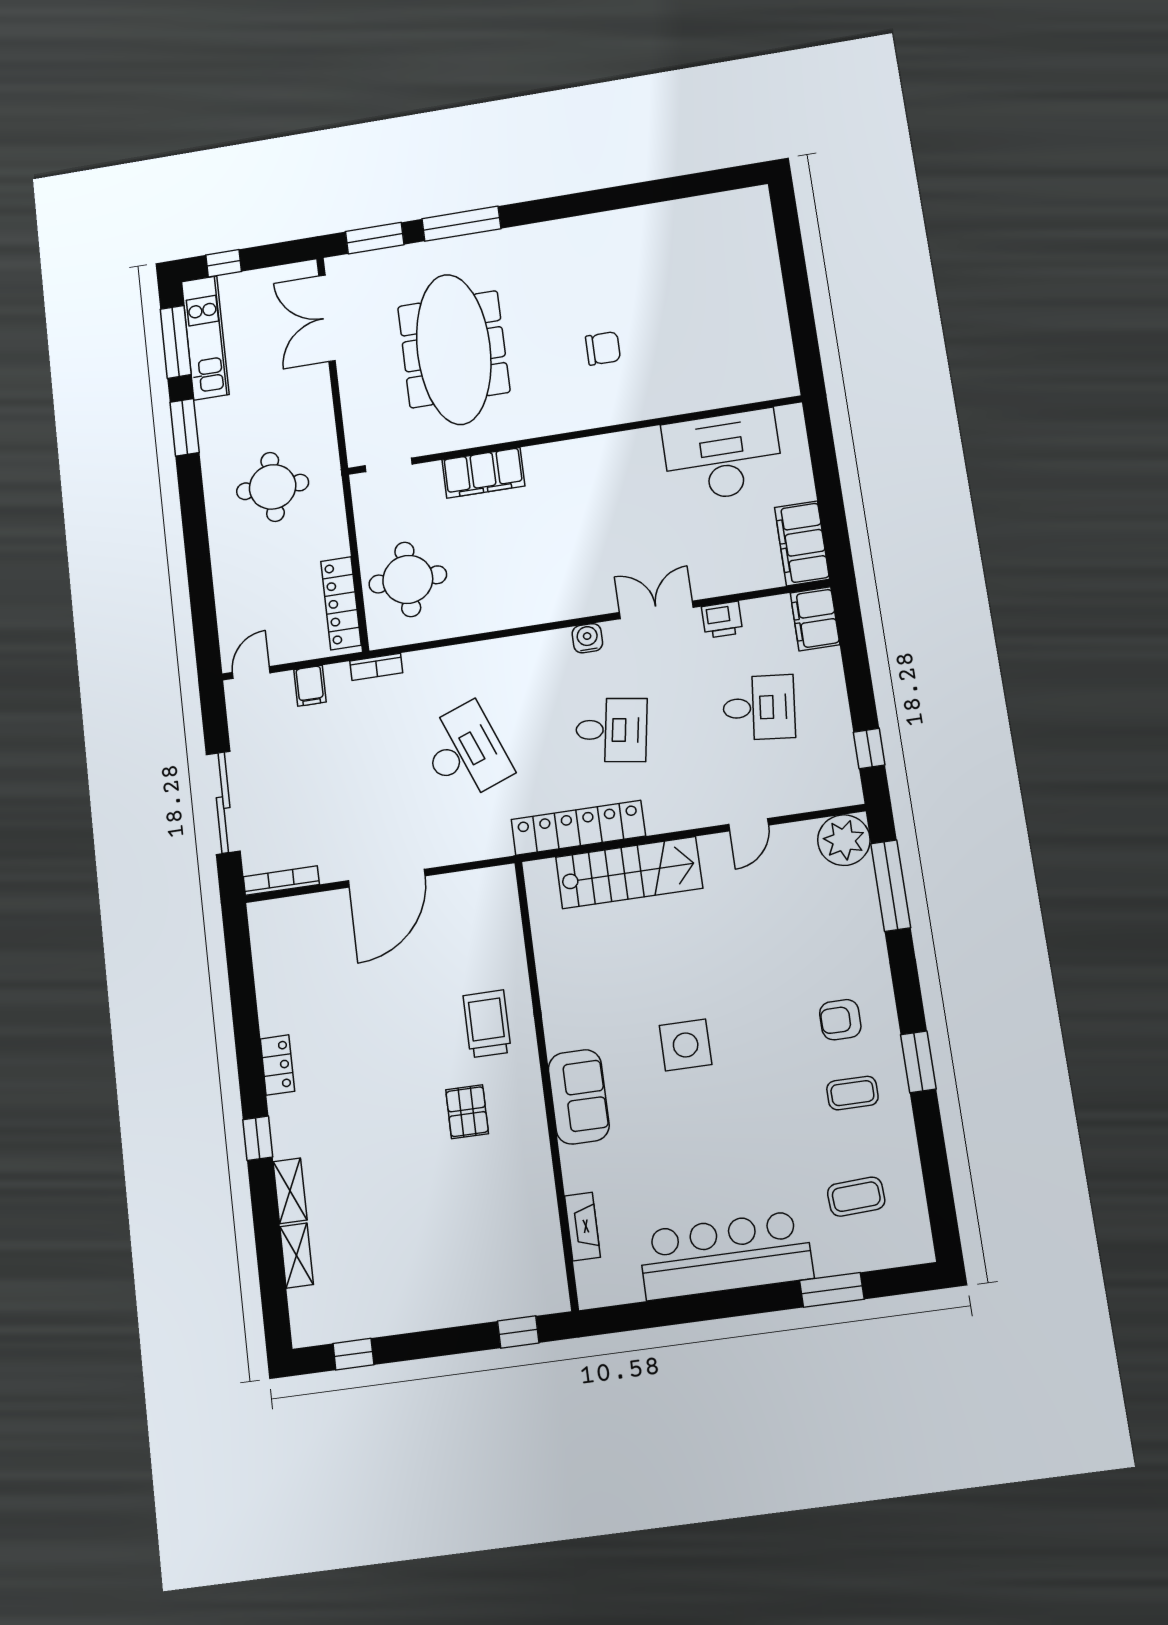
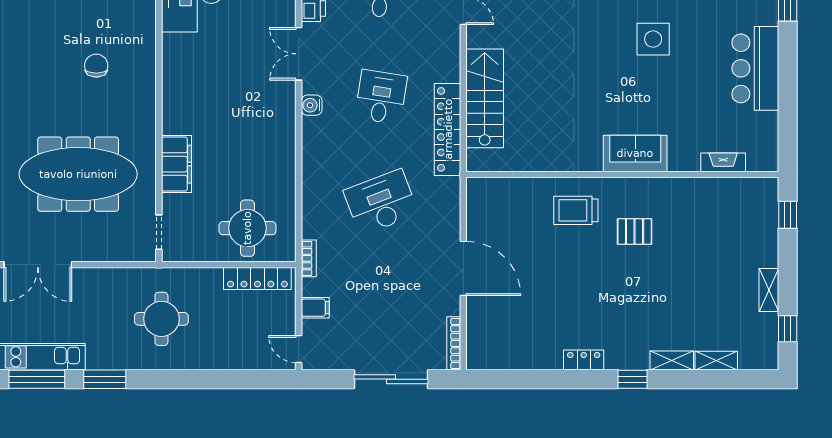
side table: (686, 1045) -> (653, 39), moved
bar counter: (726, 1255) -> (755, 68), width x0.73
shelving: (406, 1319) -> (769, 290), added

